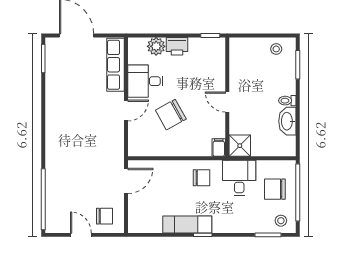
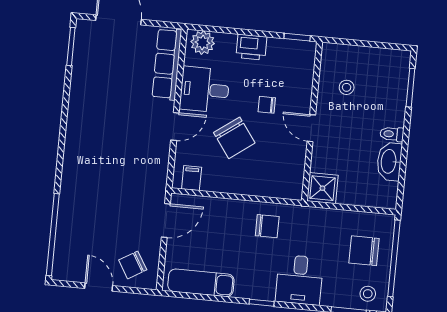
plant: (156, 46) -> (203, 43), moved
stool: (276, 49) -> (347, 87), moved
chair: (193, 88) -> (267, 105), added
chair: (171, 115) -> (234, 138), turned -97
filing cabinet: (219, 148) -> (192, 178), moved
desk: (239, 178) -> (299, 280), moved, turned 180
chair: (105, 216) -> (133, 265), turned 149
exam couch: (187, 224) -> (201, 283), moved

